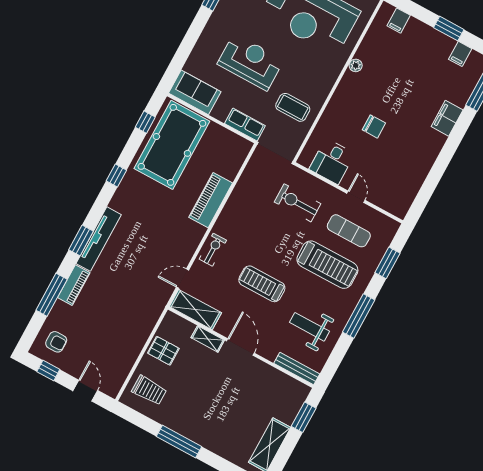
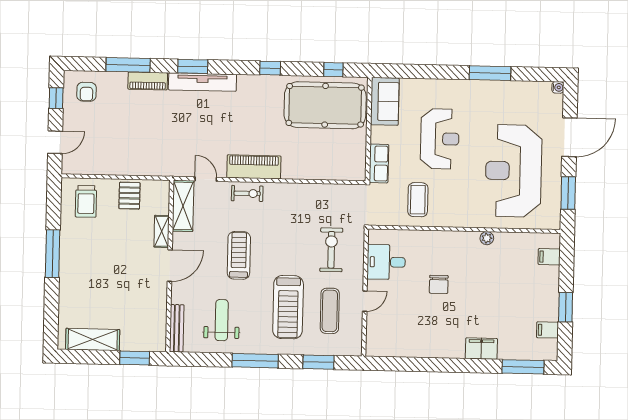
piano: (211, 200) -> (254, 167), moved

